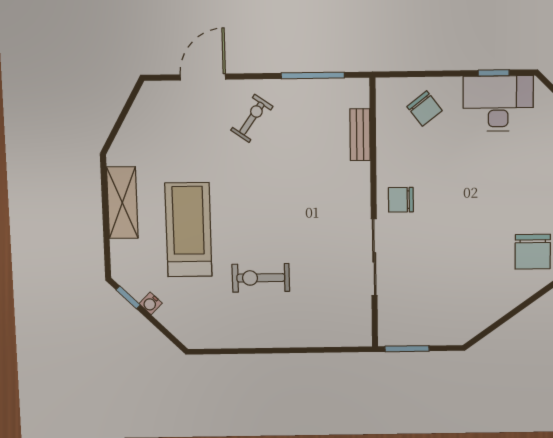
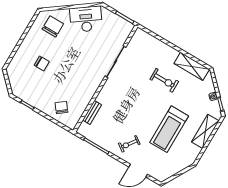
desk: (498, 103) -> (86, 19), moved, turned 144
chair: (401, 200) -> (42, 63), moved
shelving: (122, 203) -> (205, 131), moved
treadmill: (188, 230) -> (169, 129), moved
shelving: (226, 334) -> (192, 66), added

